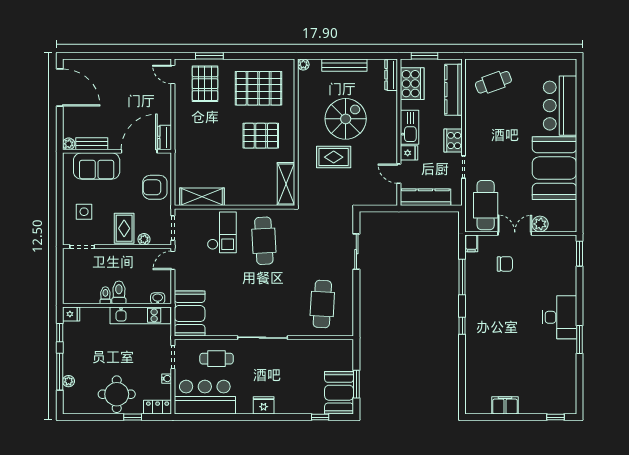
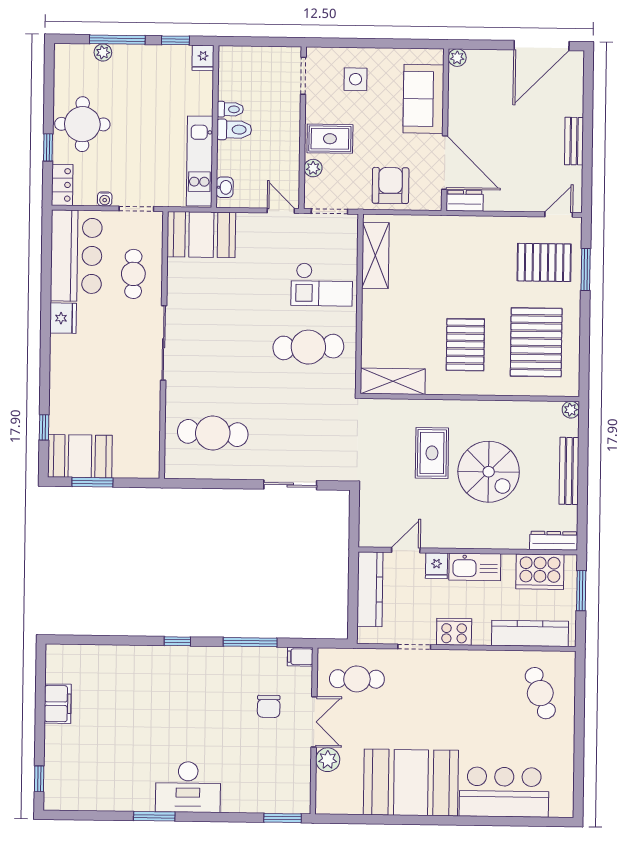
bench: (92, 144) -> (574, 141), moved
cafe table: (486, 205) -> (357, 679), width x0.73, depth x0.74
fridge: (264, 405) -> (63, 318), moved

